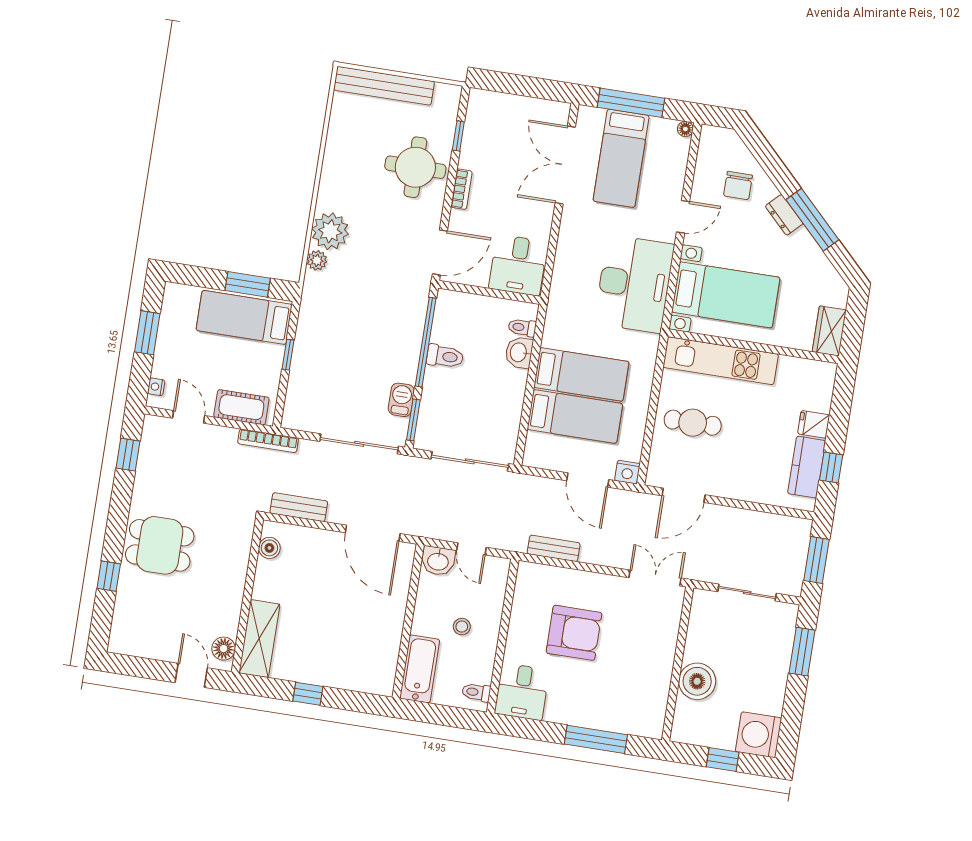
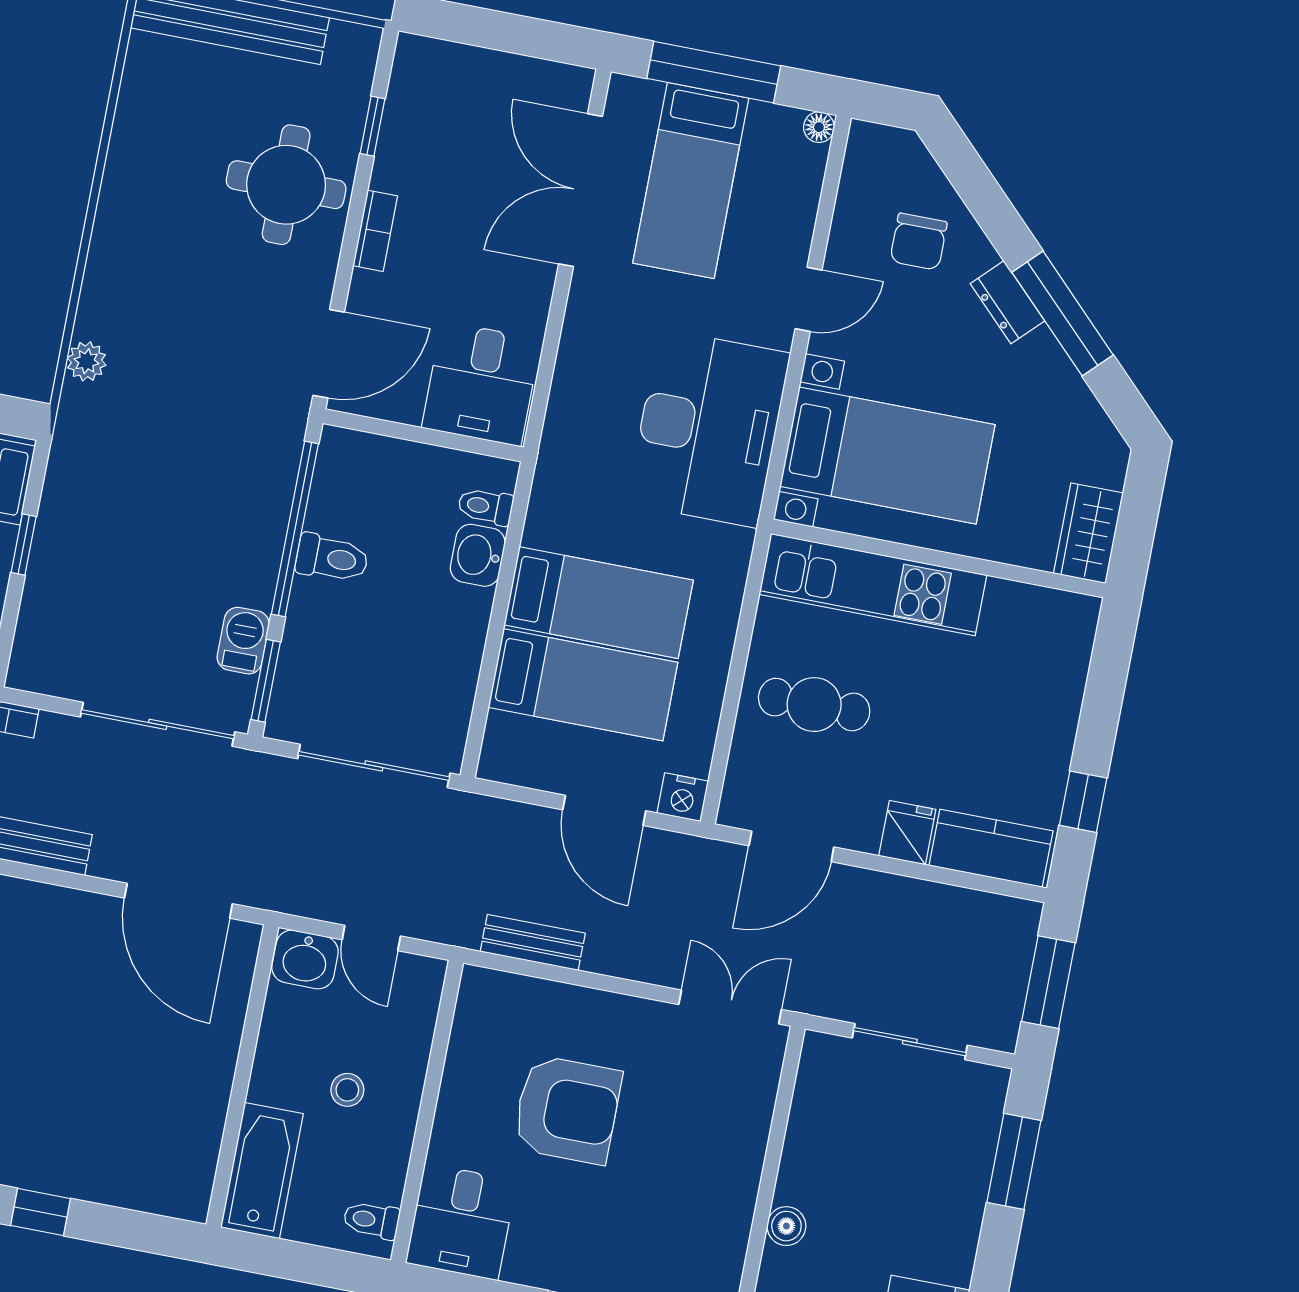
plant: (330, 231) -> (115, 305), removed
fridge: (814, 424) -> (907, 833), moved, turned 90
kitchen counter: (807, 467) -> (991, 848), moved, turned 90
boiler: (697, 681) -> (786, 1226), width x0.54, depth x0.54

